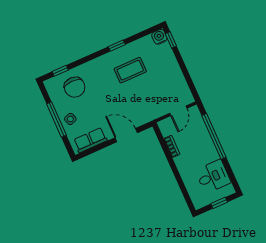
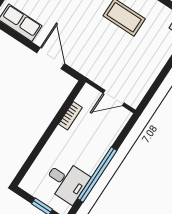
window: (214, 136) -> (97, 175), moved

